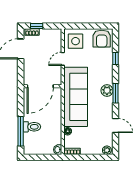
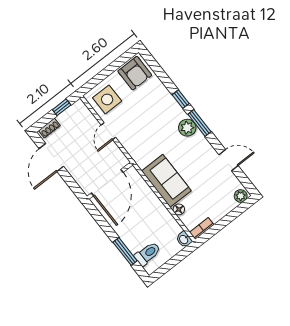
window: (37, 26) -> (62, 107), moved
window: (116, 59) -> (181, 99), moved
sofa: (76, 97) -> (166, 181), width x0.54, depth x0.79
toilet: (32, 127) -> (148, 254), moved
window: (21, 131) -> (125, 252), width x0.69

